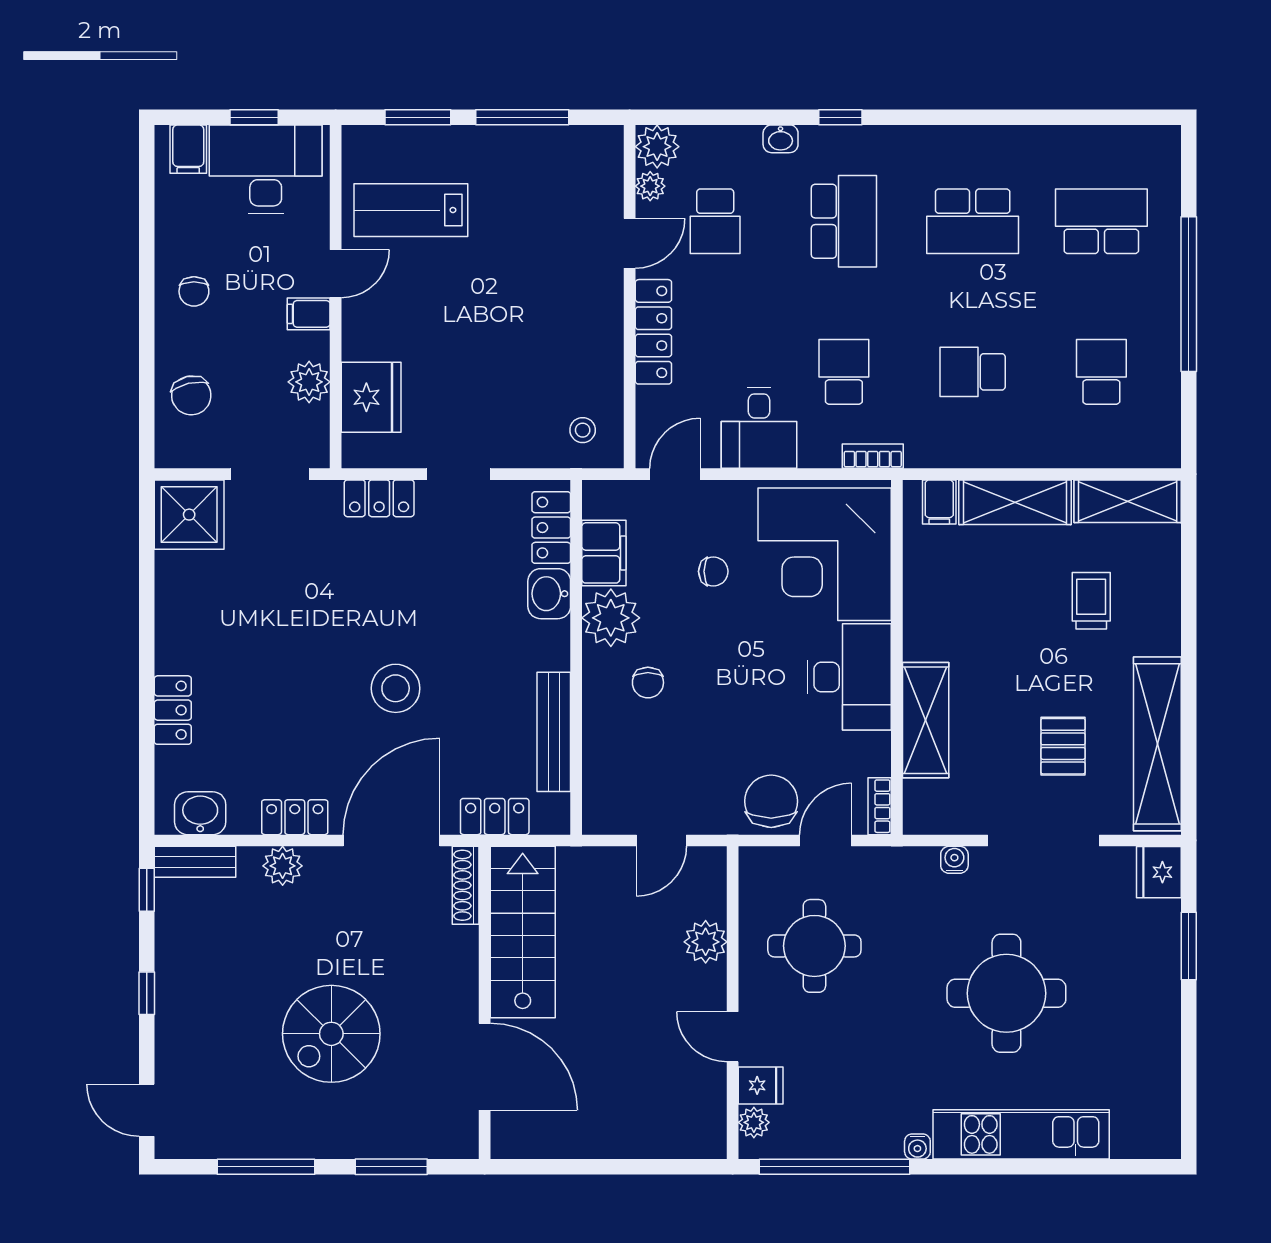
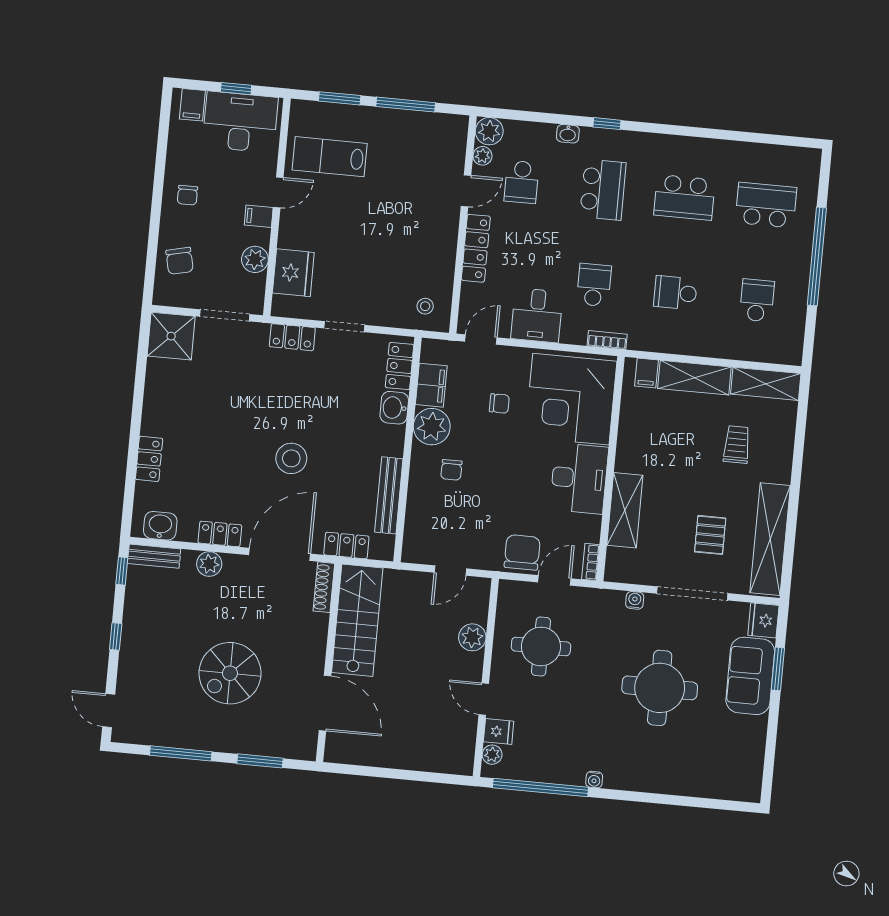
sofa: (1147, 961) -> (750, 676), added
kitchen unit: (1021, 1134) -> (661, 778), removed

